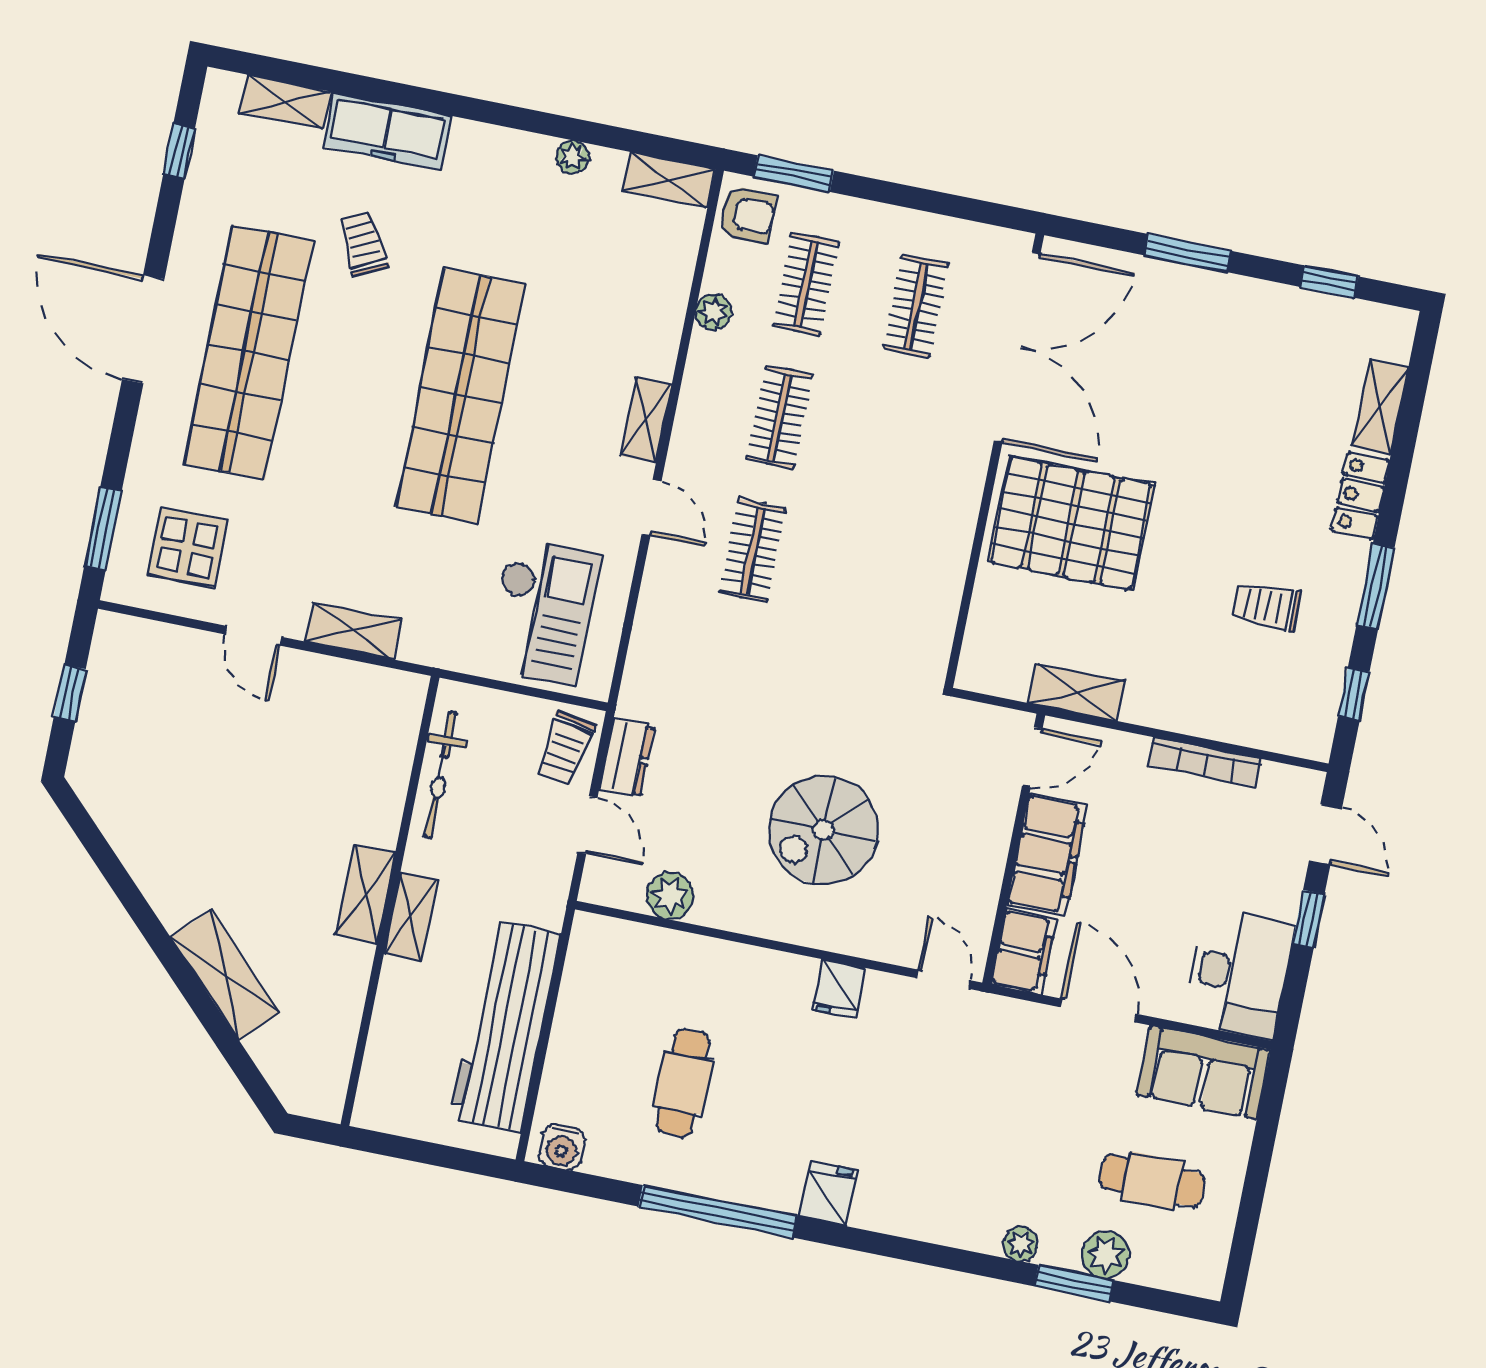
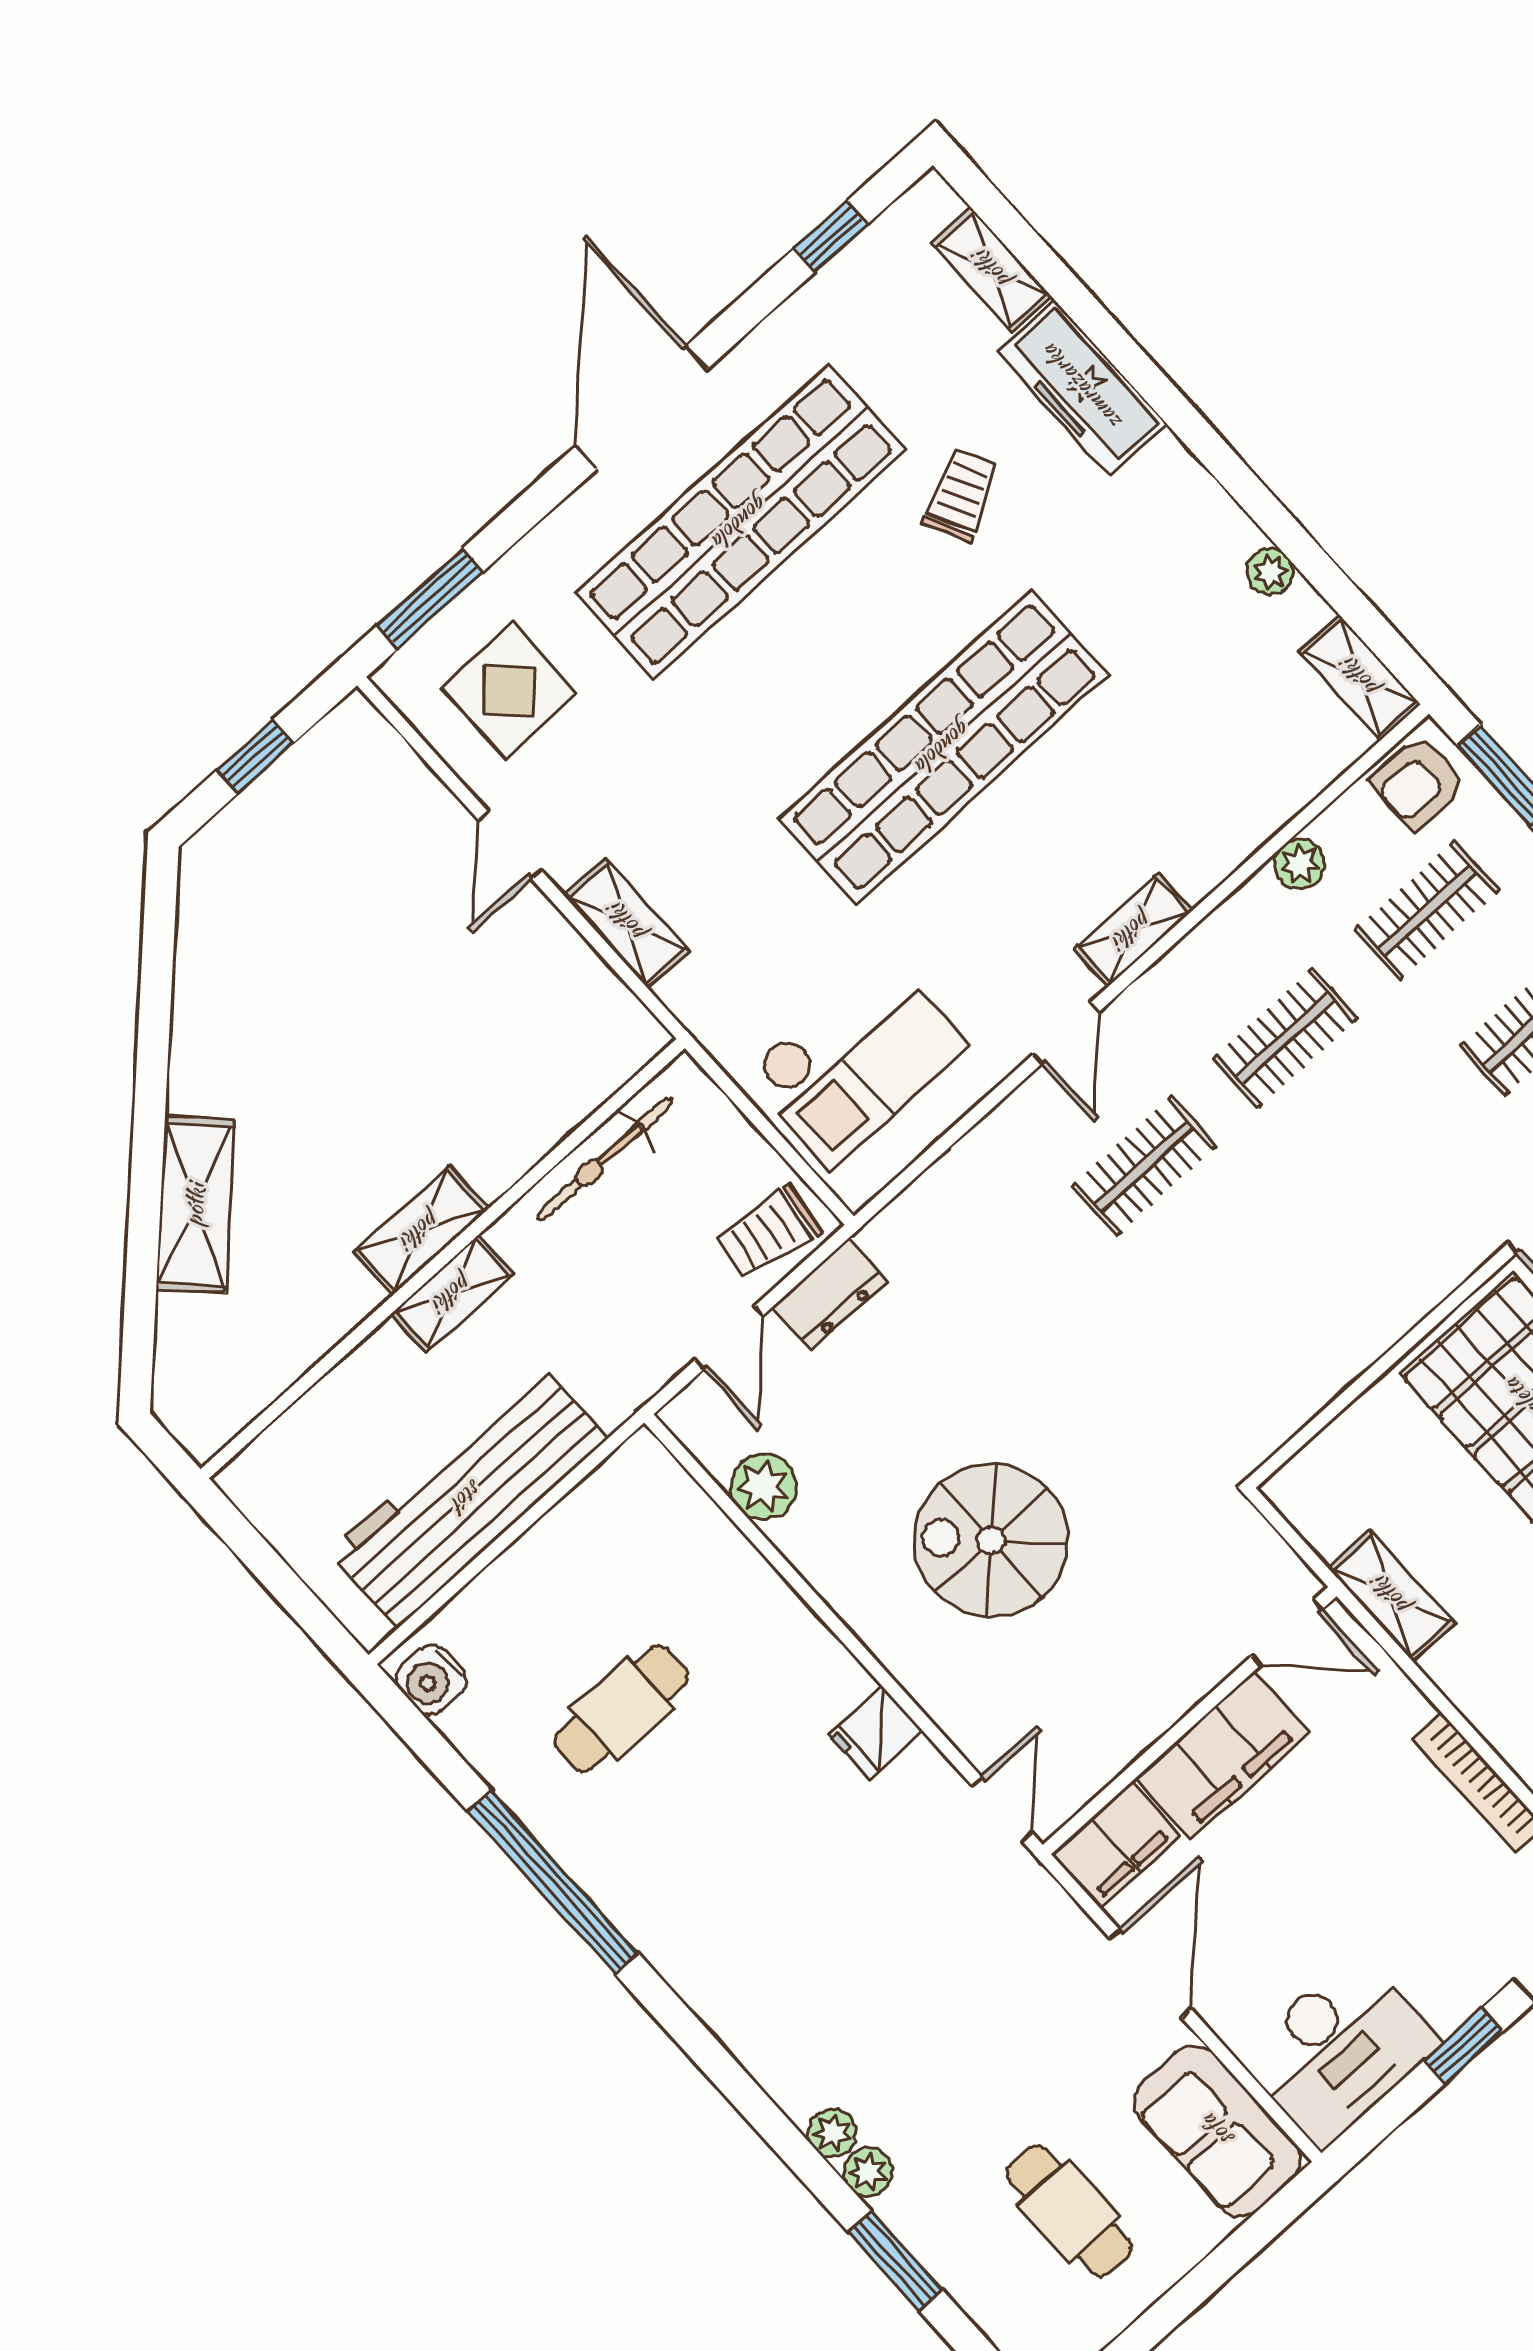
armchair: (747, 215) -> (1418, 783), turned 90
fridge: (828, 1193) -> (693, 1954), removed
plant: (1106, 1255) -> (832, 2133), moved, width x0.73, depth x0.73

